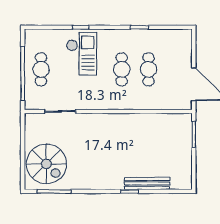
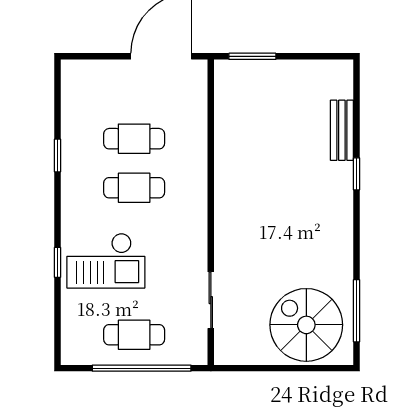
checkout: (82, 54) -> (106, 261), turned 180
spiral stairs: (46, 164) -> (306, 325), turned -90
bench: (147, 183) -> (342, 130), width x0.73

